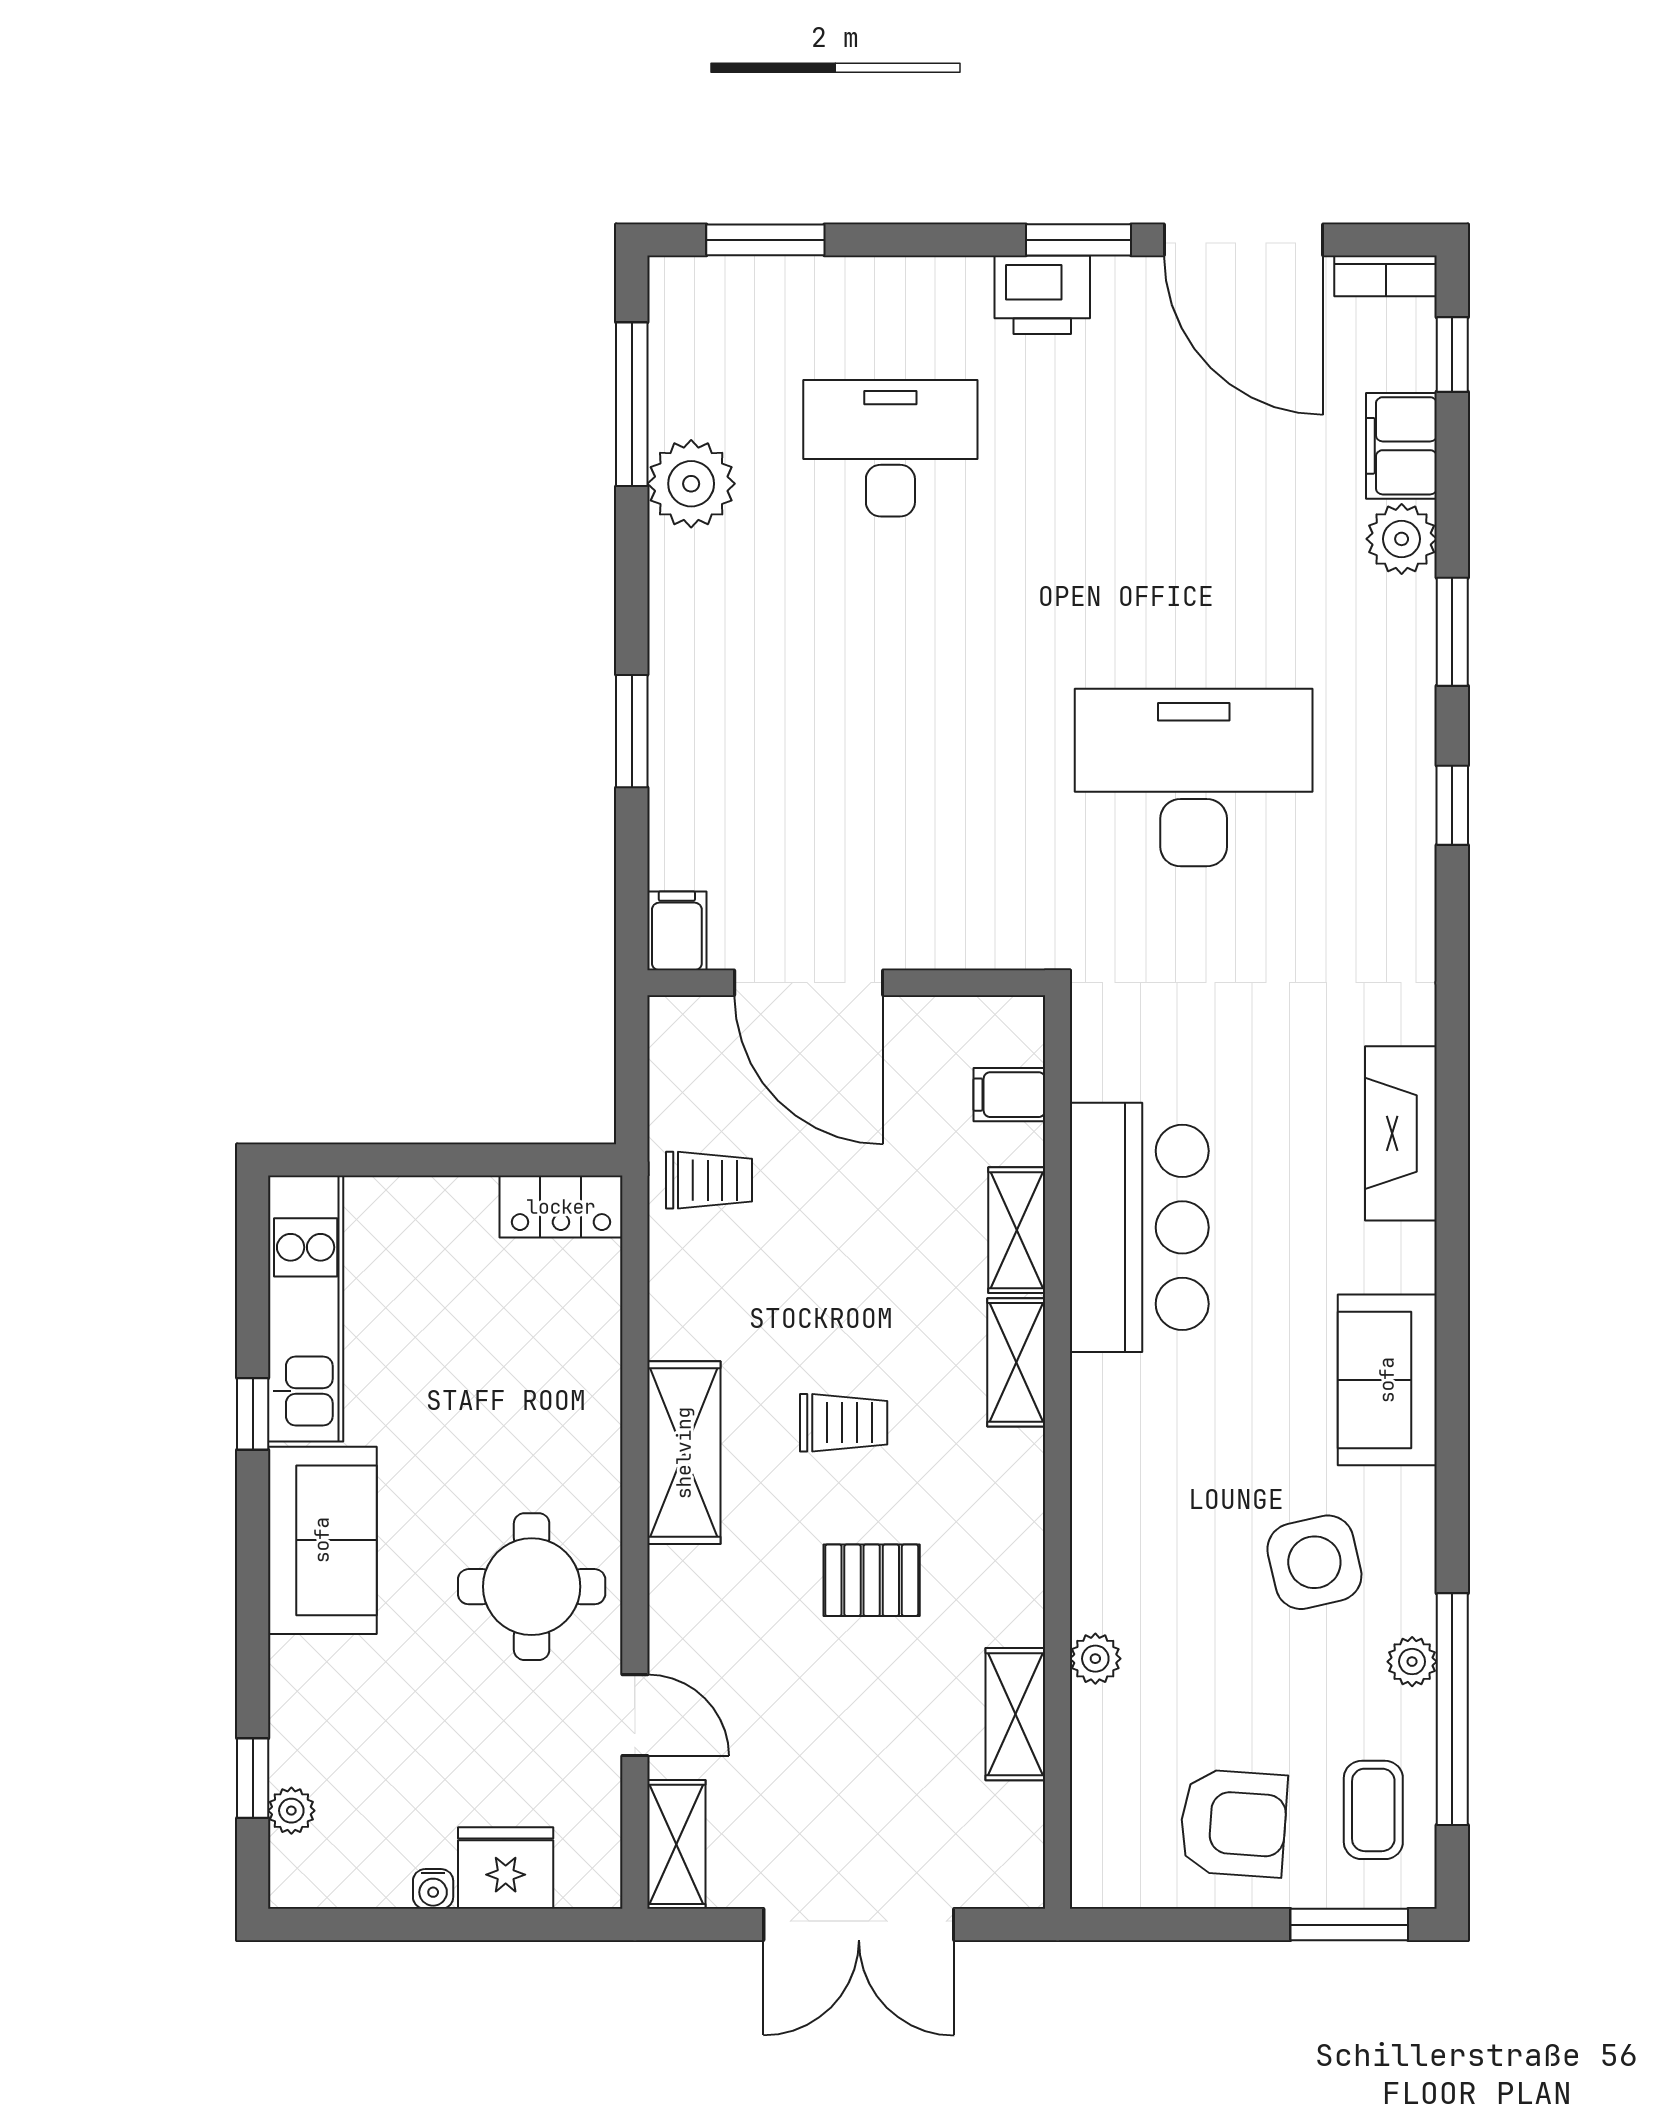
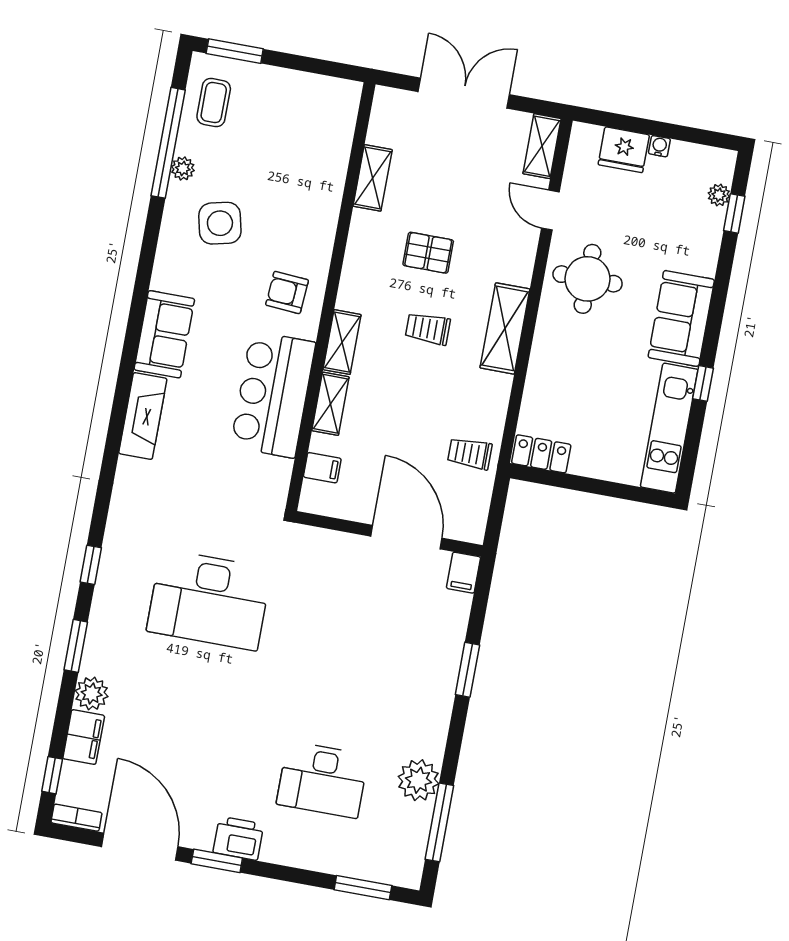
sofa: (1387, 1380) -> (164, 334), moved
plant: (1095, 1659) -> (330, 197), removed
armchair: (1233, 1823) -> (287, 293), moved, width x0.72, depth x0.72

